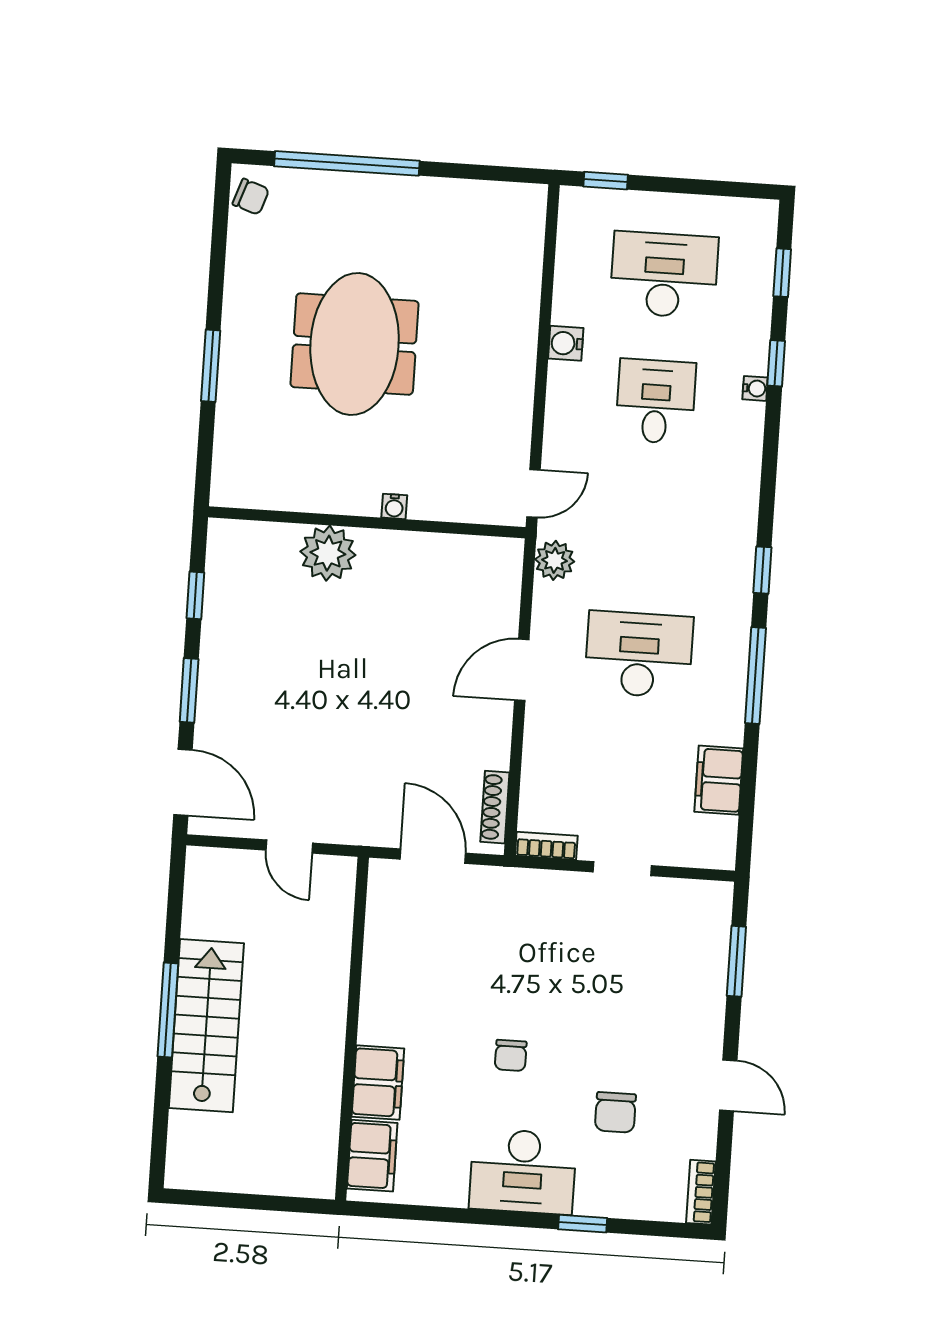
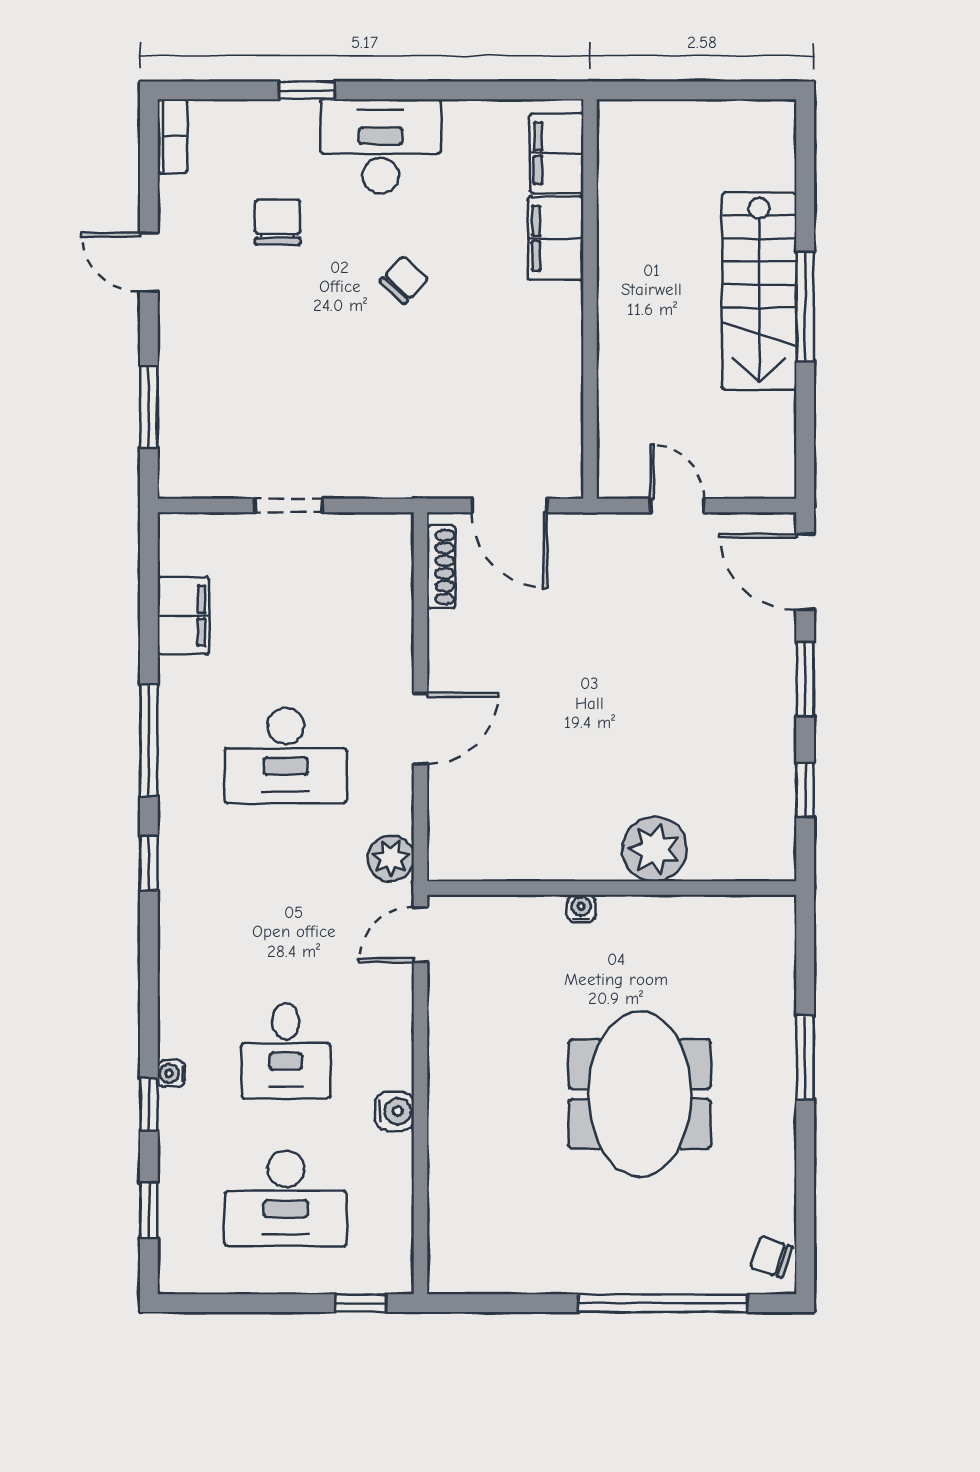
bookcase: (546, 846) -> (378, 526), removed
chair: (511, 1055) -> (404, 280), turned 43

